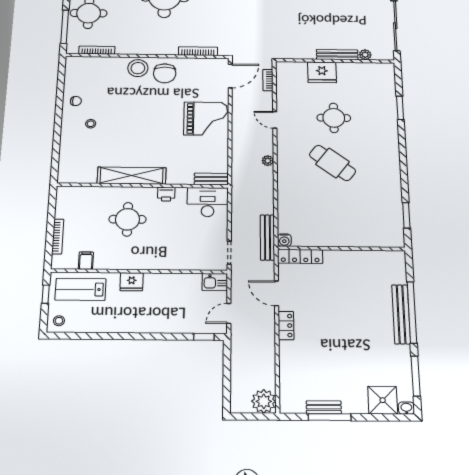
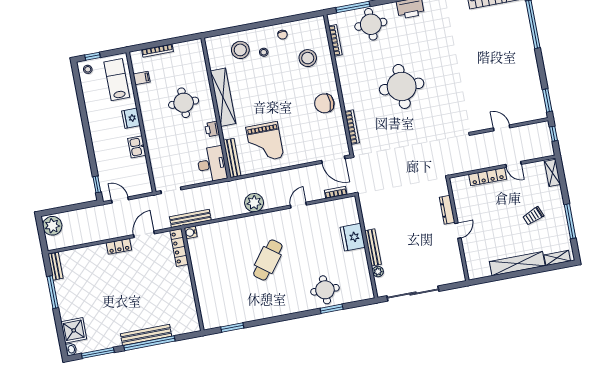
stool: (138, 68) -> (308, 58), moved
round table: (334, 118) -> (325, 290), moved
grand piano: (206, 119) -> (265, 142), moved
stool: (81, 147) -> (240, 50), added
plant: (268, 161) -> (254, 203), width x1.88, depth x1.88
bench: (211, 179) -> (232, 158), width x1.36
kitchen sink: (215, 282) -> (137, 147), moved
window: (46, 294) -> (92, 56), moved
plant: (264, 401) -> (52, 226), moved
bench: (324, 407) -> (56, 266), moved

